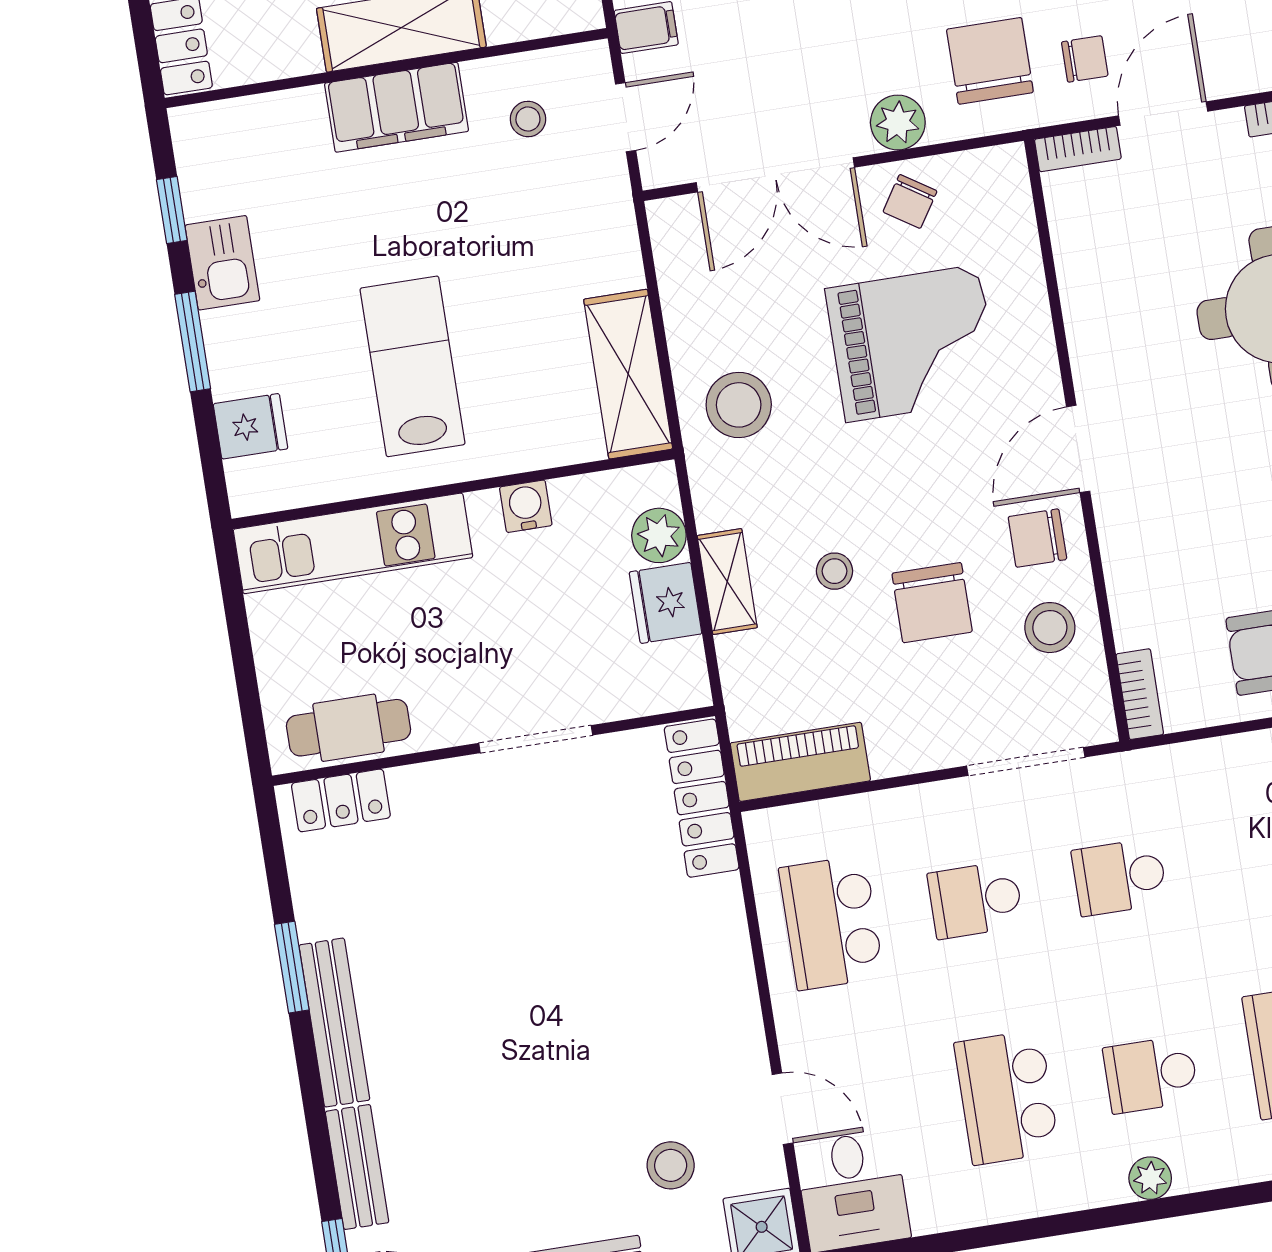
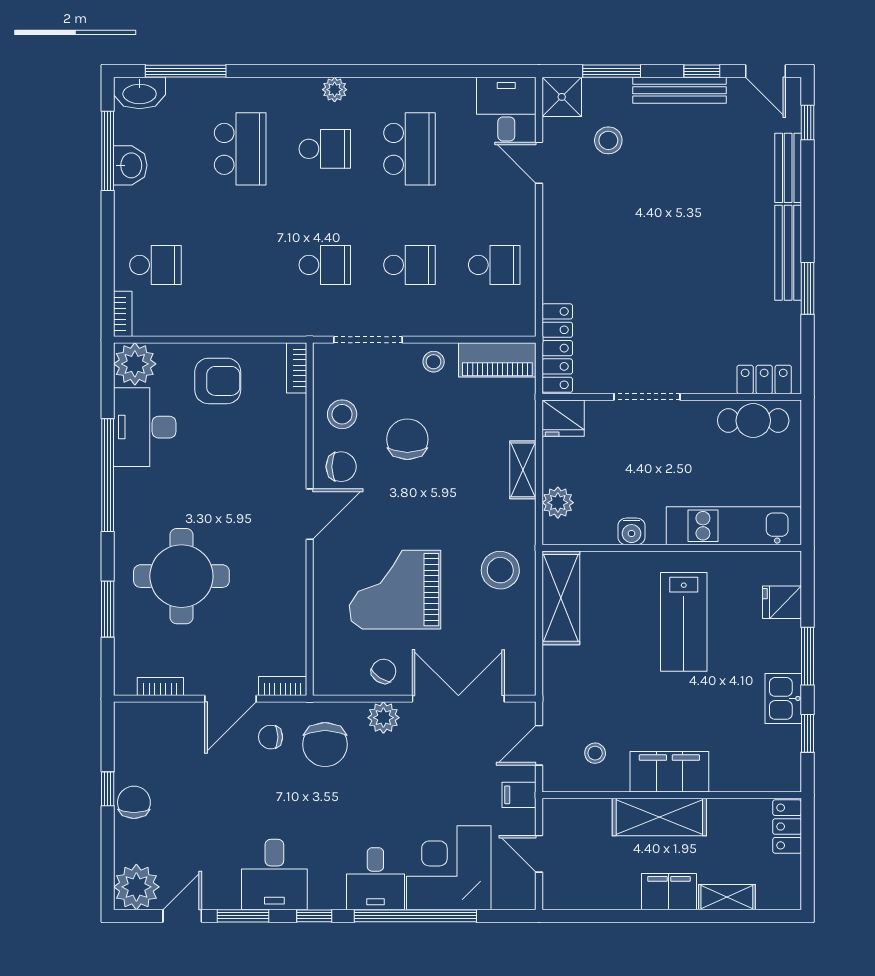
stool: (835, 571) -> (434, 362), moved
fridge: (666, 603) -> (563, 418), moved, turned 90
school desk: (831, 923) -> (494, 265), width x0.54

